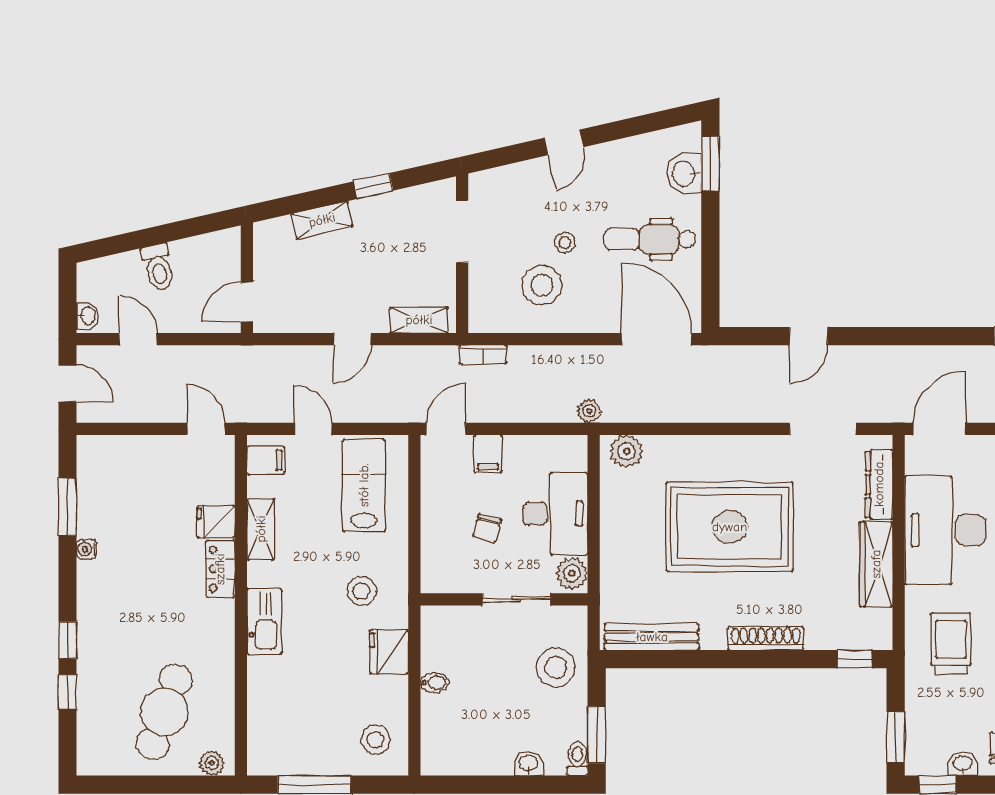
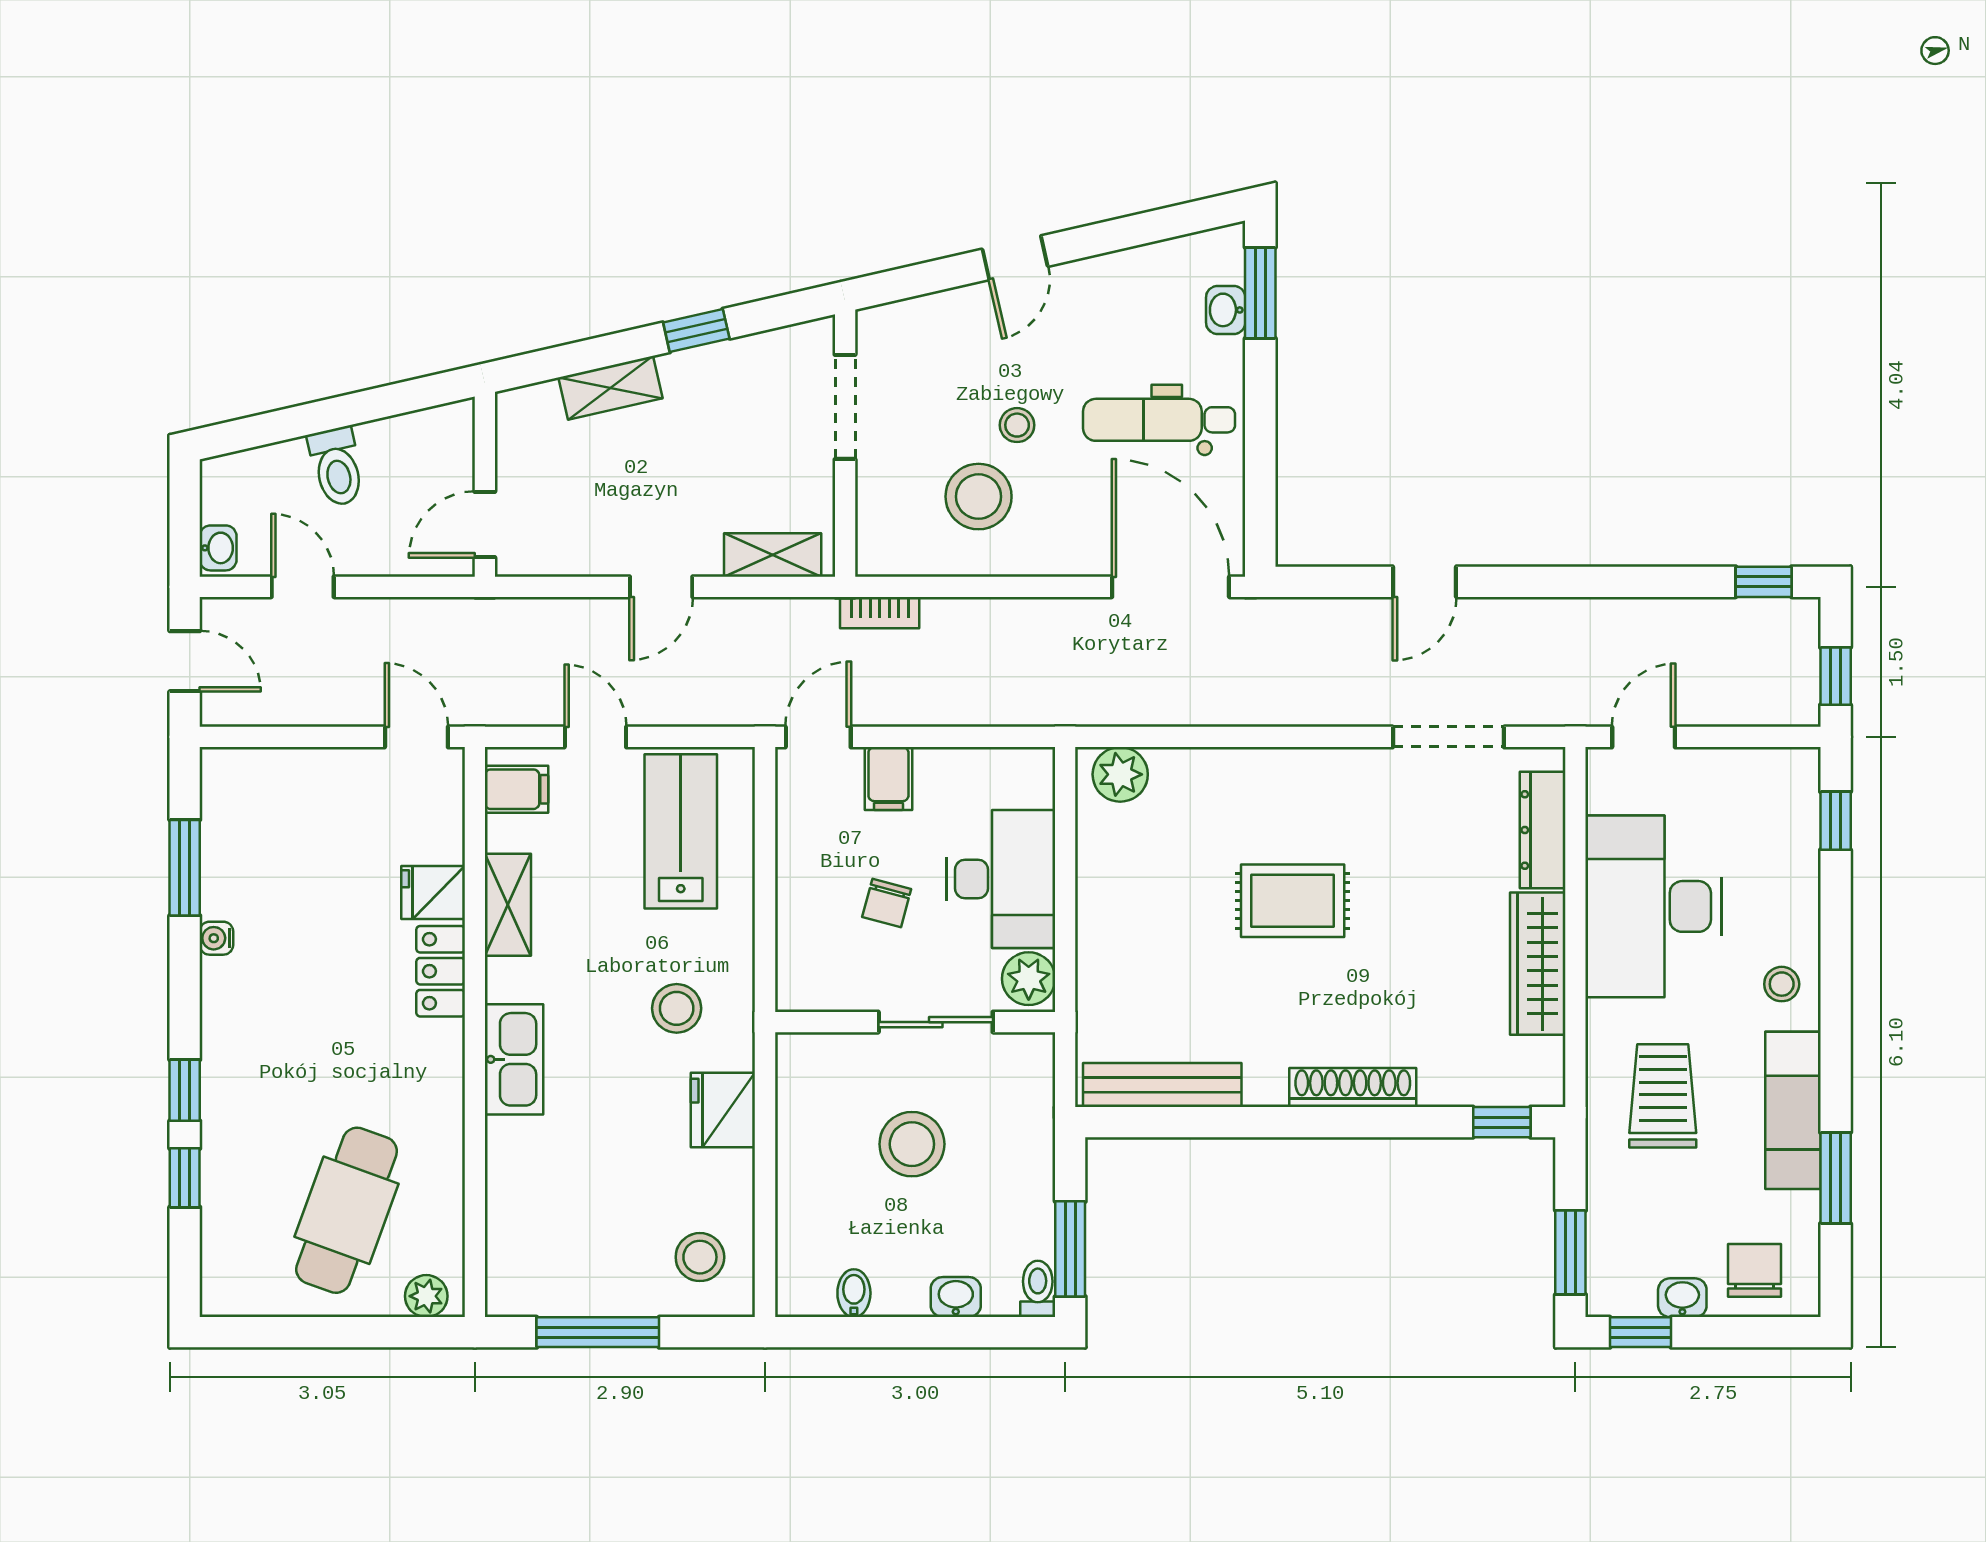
washbasin: (684, 174) -> (1226, 310), width x0.72, depth x0.69
plant: (589, 411) -> (1058, 707), removed
door: (939, 429) -> (1644, 737), width x0.73
rug: (730, 527) -> (1293, 901), width x0.54, depth x0.49
stool: (556, 667) -> (912, 1144), moved
bidet: (435, 683) -> (854, 1293), moved, turned -90

